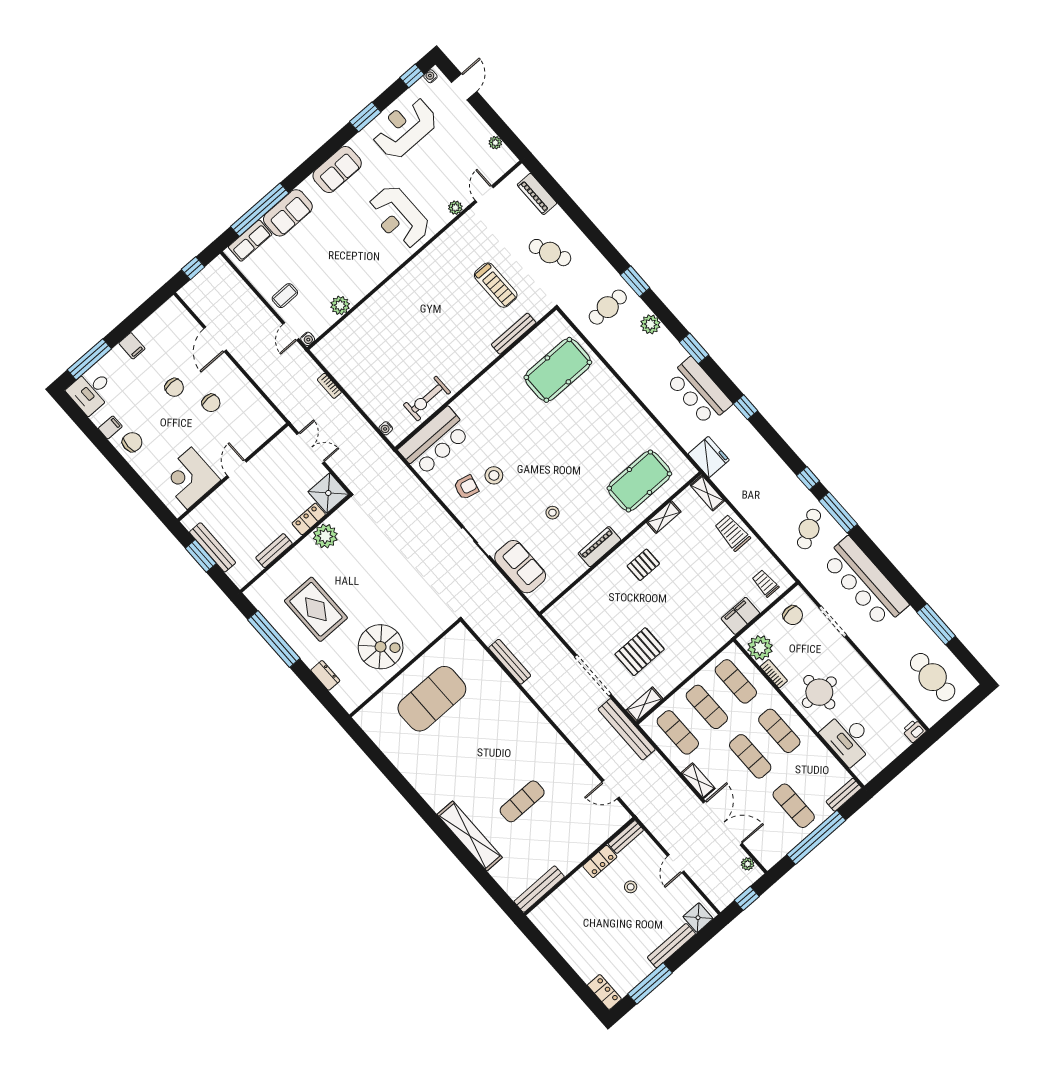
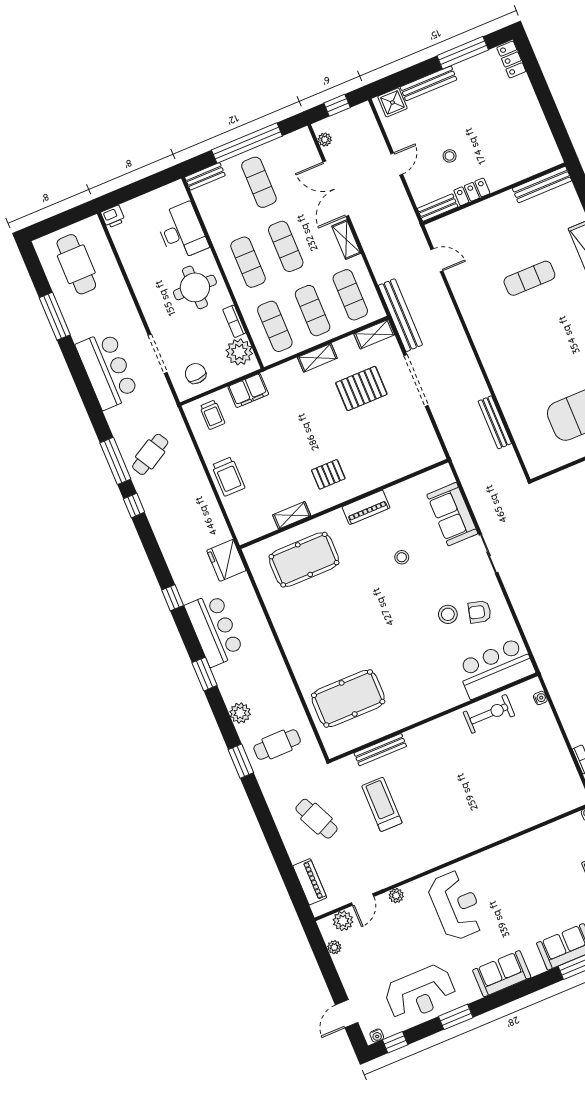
plant: (340, 305) -> (343, 921), moved
shelving: (707, 493) -> (317, 358), moved, turned 90
bar counter: (865, 582) -> (107, 370), width x0.73

